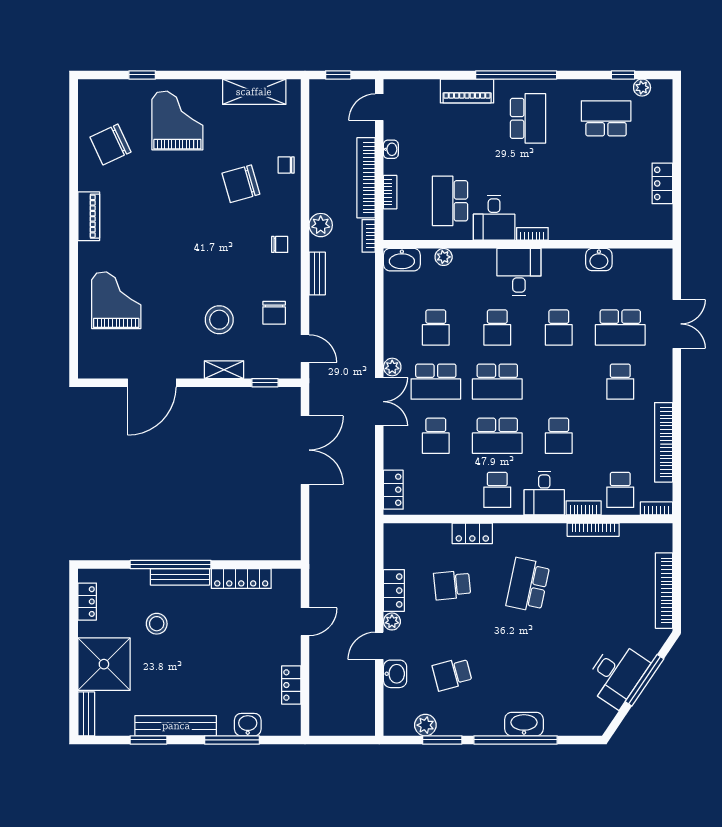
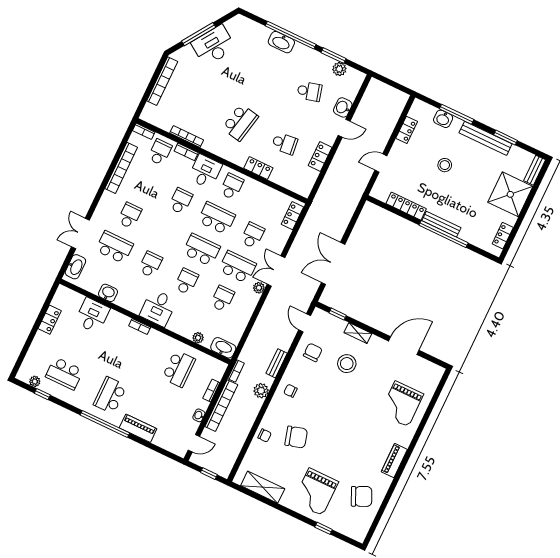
desk: (494, 218) -> (92, 315), moved
washbasin: (662, 274) -> (75, 267), added
plant: (392, 621) -> (330, 139), removed
stool: (157, 624) -> (445, 165), moved

